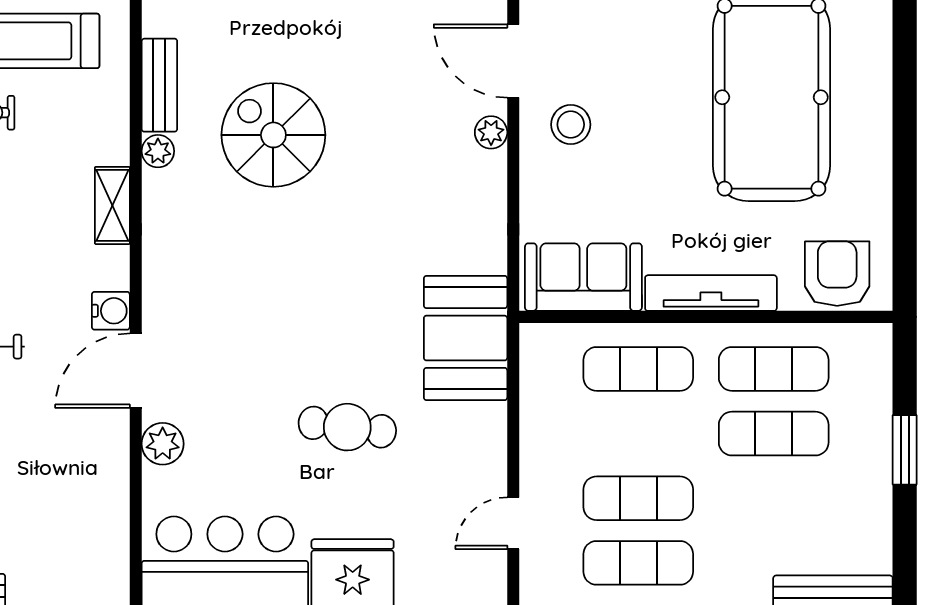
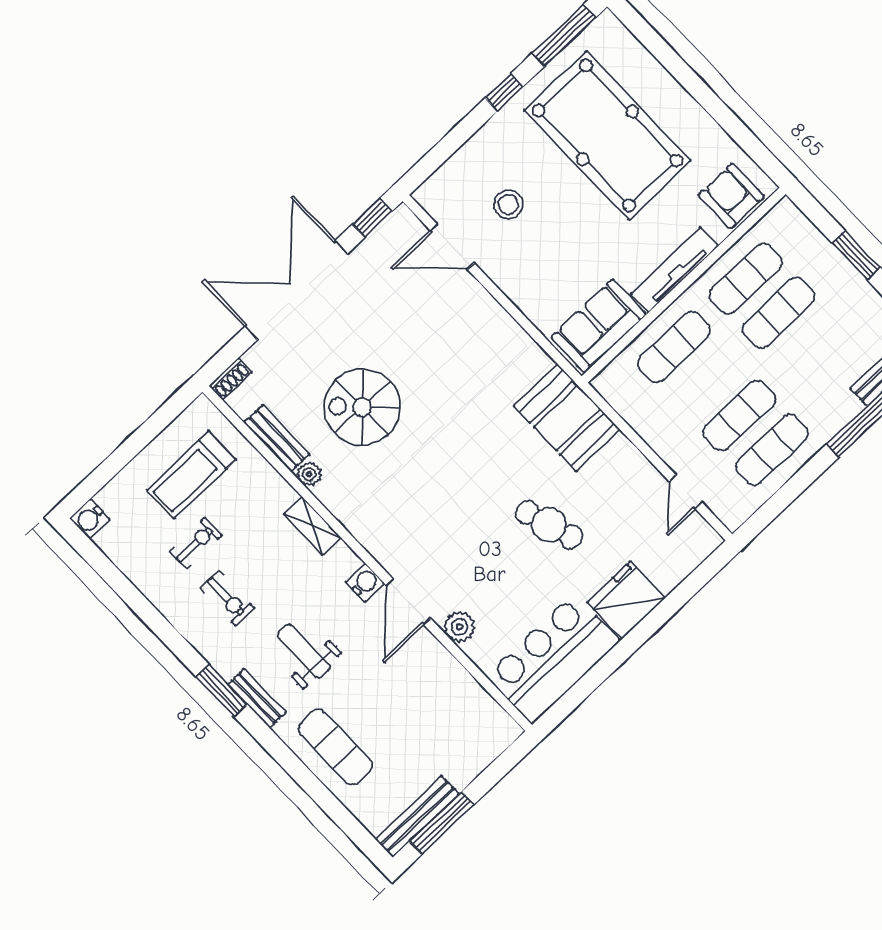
stool: (571, 125) -> (508, 204), moved
plant: (491, 132) -> (476, 296), removed
cafe table: (347, 427) -> (549, 525), turned 66

